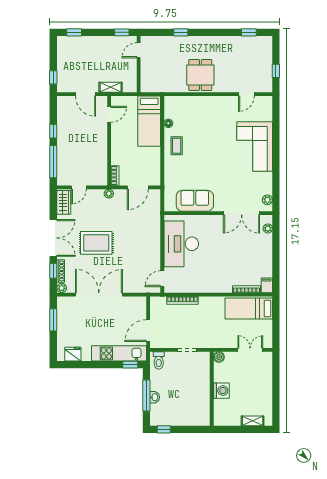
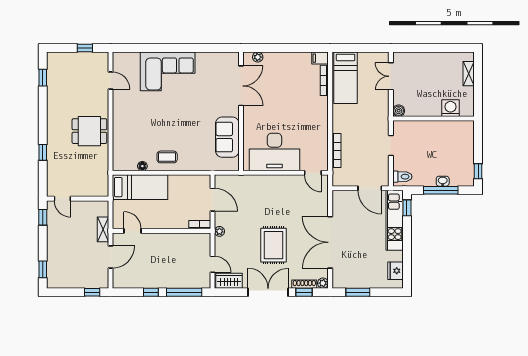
plant: (267, 200) -> (226, 57), removed
washing machine: (221, 391) -> (450, 108), moved

